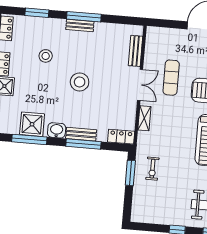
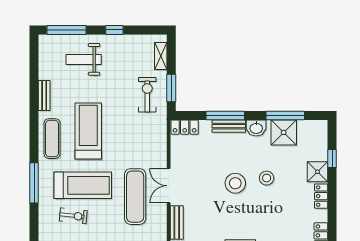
stool: (46, 56) -> (267, 178), moved
exercise mat: (171, 78) -> (135, 197), width x1.36, depth x1.45
shelving: (144, 118) -> (161, 56), moved
exercise bike: (152, 169) -> (147, 95), width x1.38, depth x1.39

